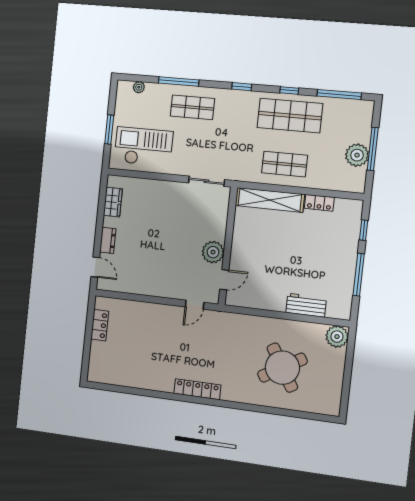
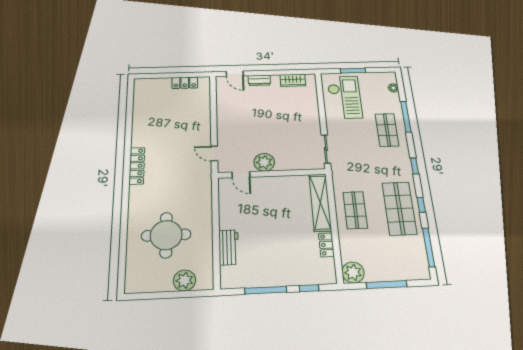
plant: (357, 155) -> (353, 272), moved
door: (95, 267) -> (235, 74), hinge flipped
plant: (337, 337) -> (184, 280), moved
round table: (282, 368) -> (166, 235), turned 31

